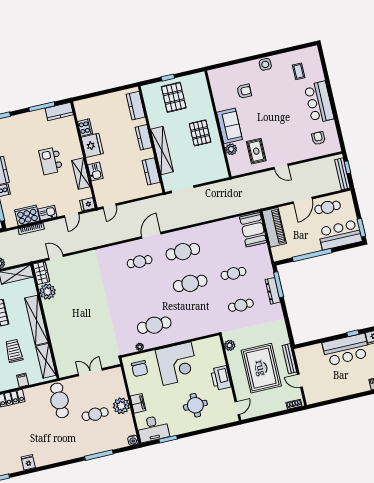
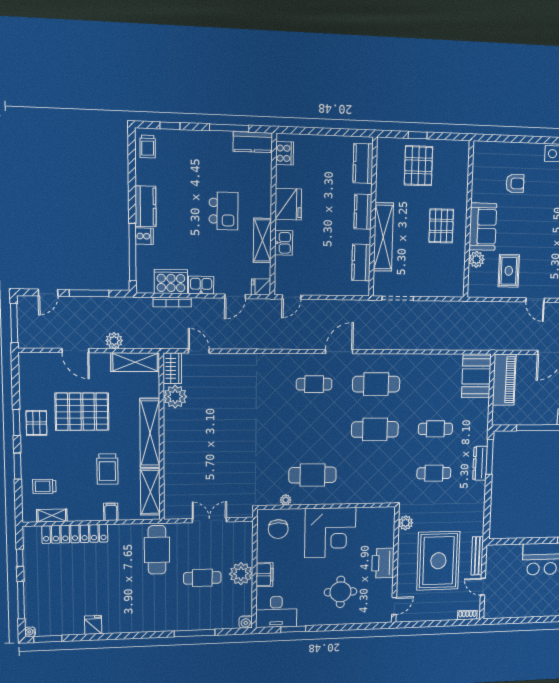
cooker: (85, 127) -> (285, 153), moved
kitchen island: (51, 161) -> (224, 211), turned 180
trolley: (14, 351) -> (107, 469), turned 180

